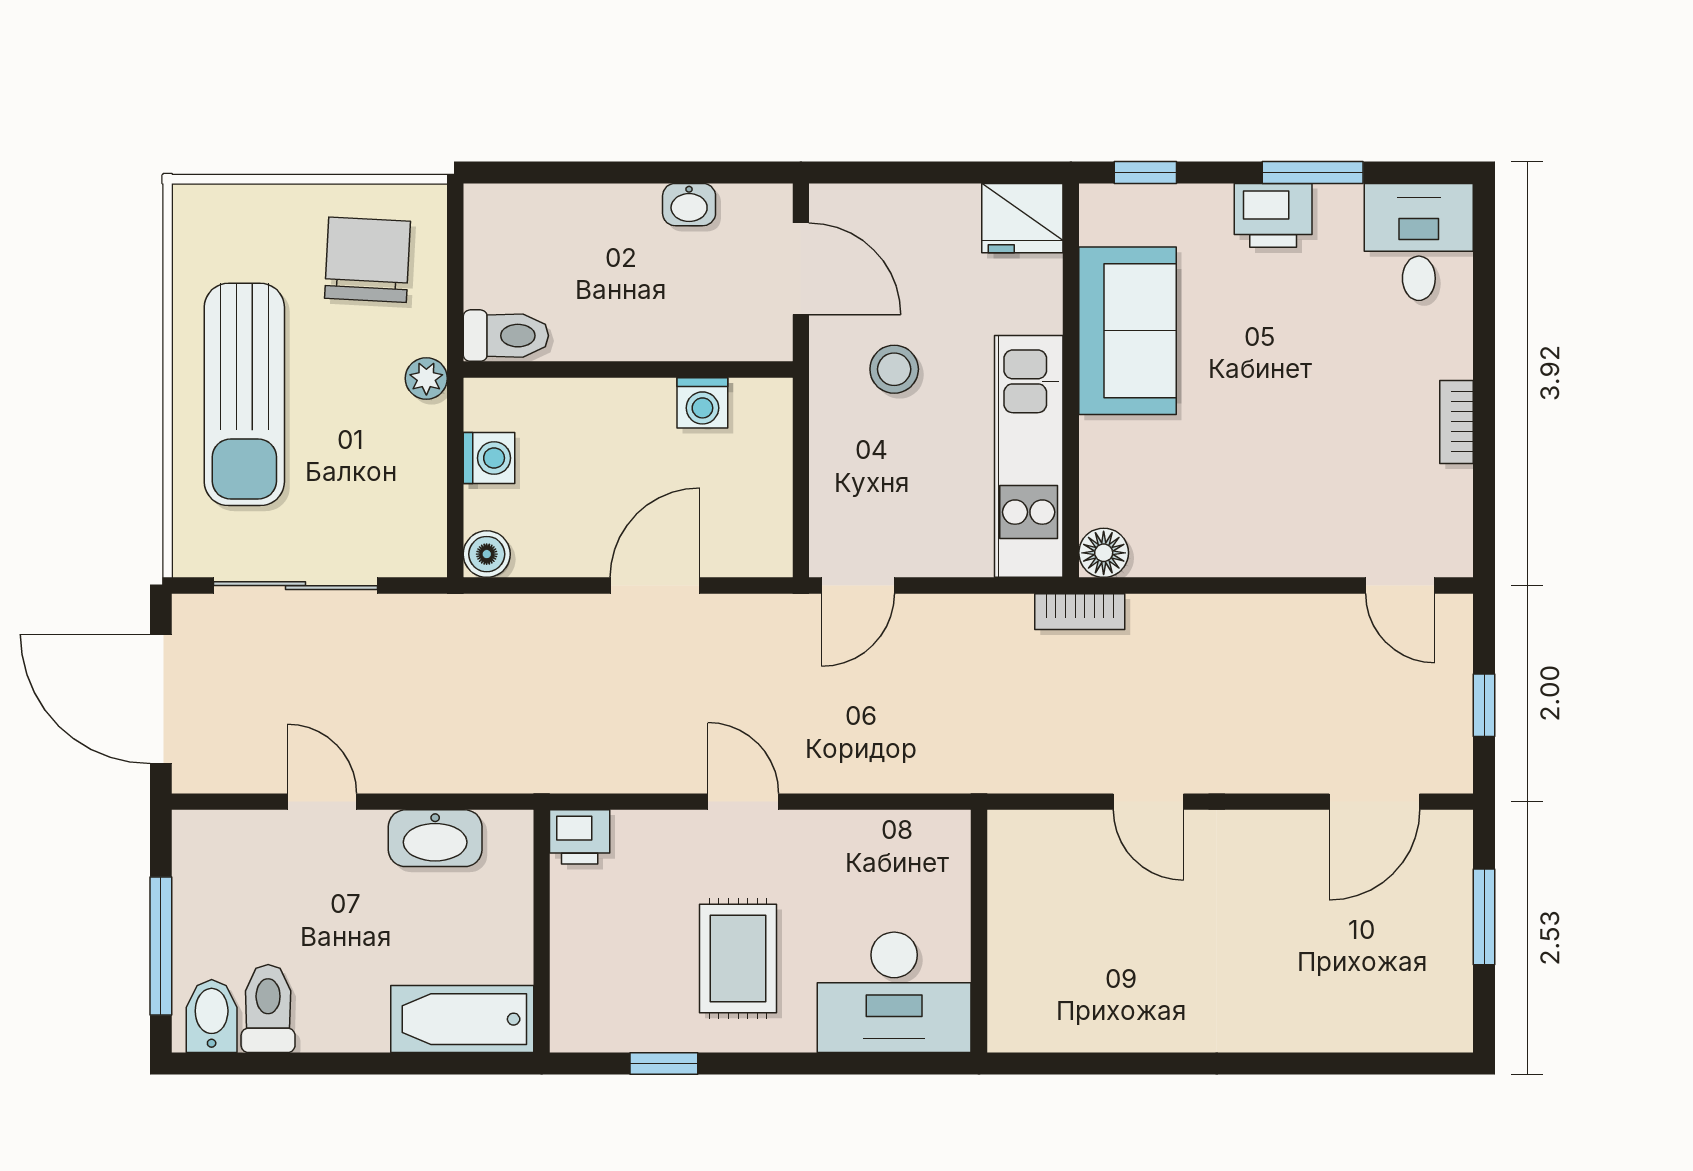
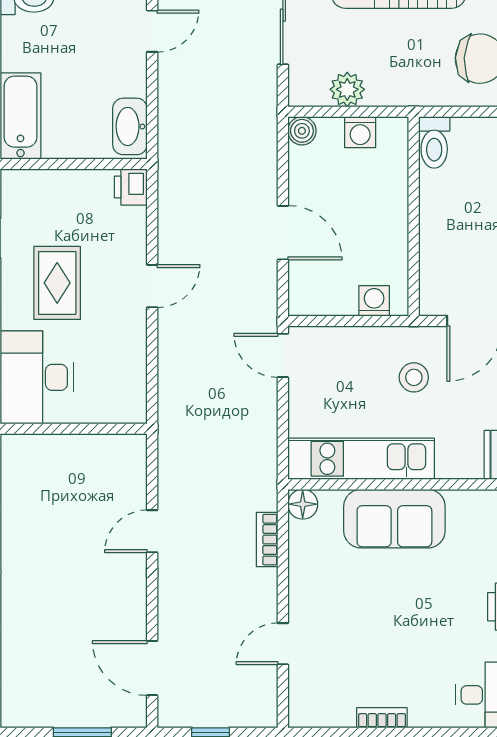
sofa: (1127, 331) -> (394, 519), moved
plant: (426, 378) -> (347, 89), moved, width x1.38, depth x1.38
washing machine: (702, 403) -> (374, 301), moved, turned 90
door: (1400, 586) -> (283, 644), moved
bookcase: (1080, 612) -> (267, 540), moved
washbasin: (435, 838) -> (130, 126), moved
rug: (738, 958) -> (57, 283), turned 90

